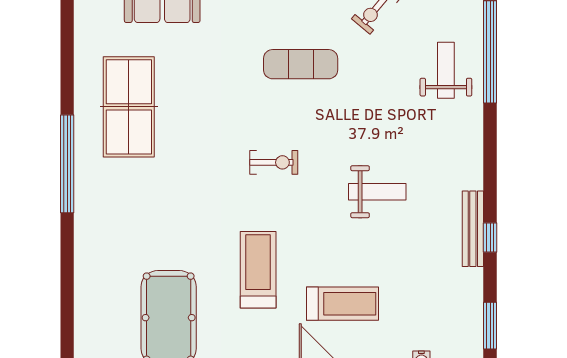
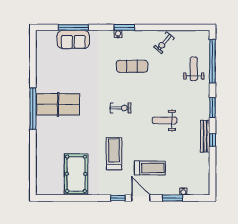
table tennis table: (129, 107) -> (58, 104), moved, turned 90
weight bench: (377, 192) -> (165, 120), turned 180
window: (490, 326) -> (212, 107), moved

